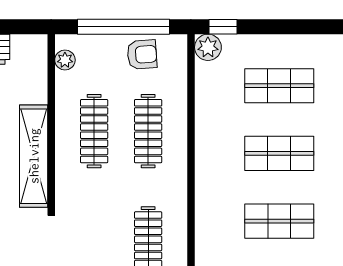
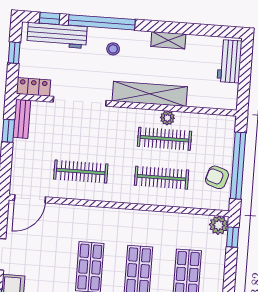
armchair: (142, 55) -> (217, 177), turned 112
plant: (65, 60) -> (167, 118), moved

